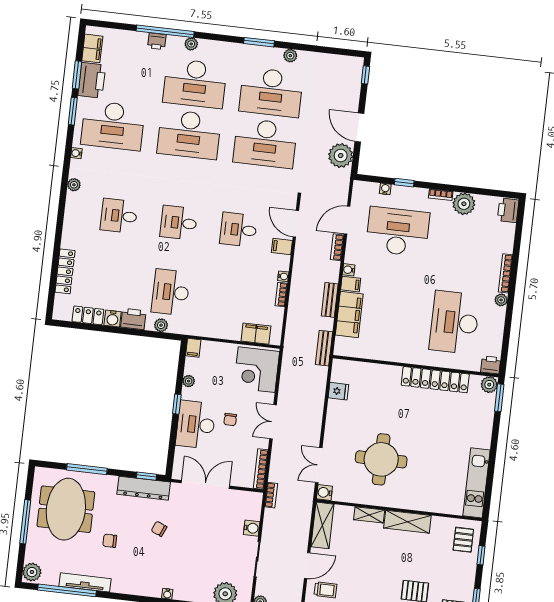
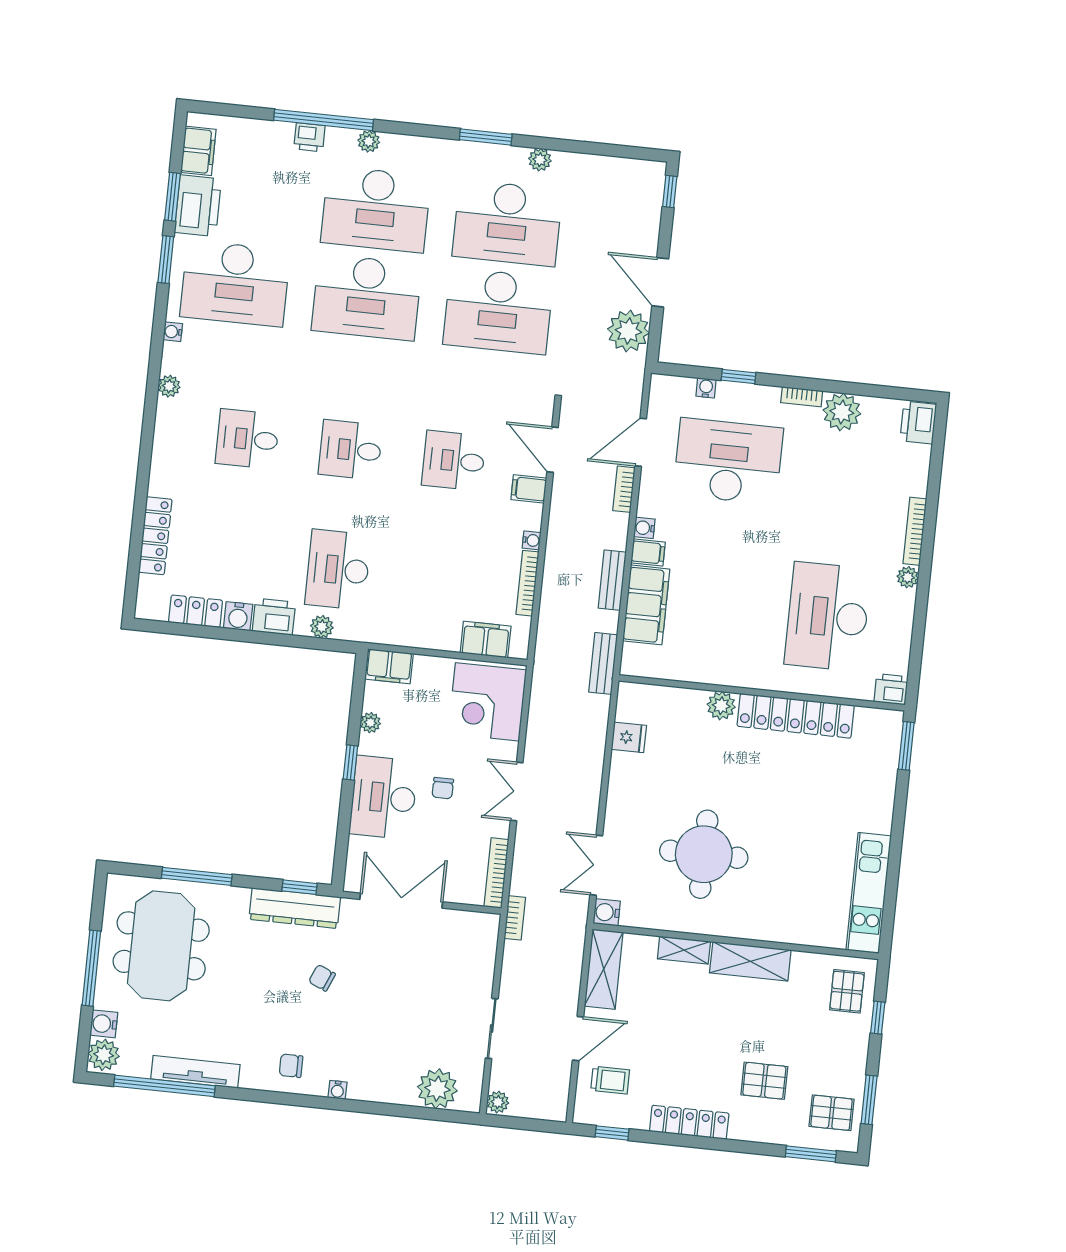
bookcase: (281, 294) -> (527, 583), width x1.56
filing cabinet: (193, 348) -> (389, 666), width x2.00
plant: (489, 385) -> (721, 706), moved
water cooler: (252, 528) -> (104, 1024), moved, turned 180
chair: (110, 541) -> (291, 1066), moved

